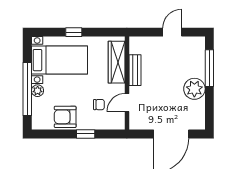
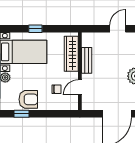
armchair: (65, 117) -> (28, 99), turned 180
window: (86, 134) -> (22, 114), moved

